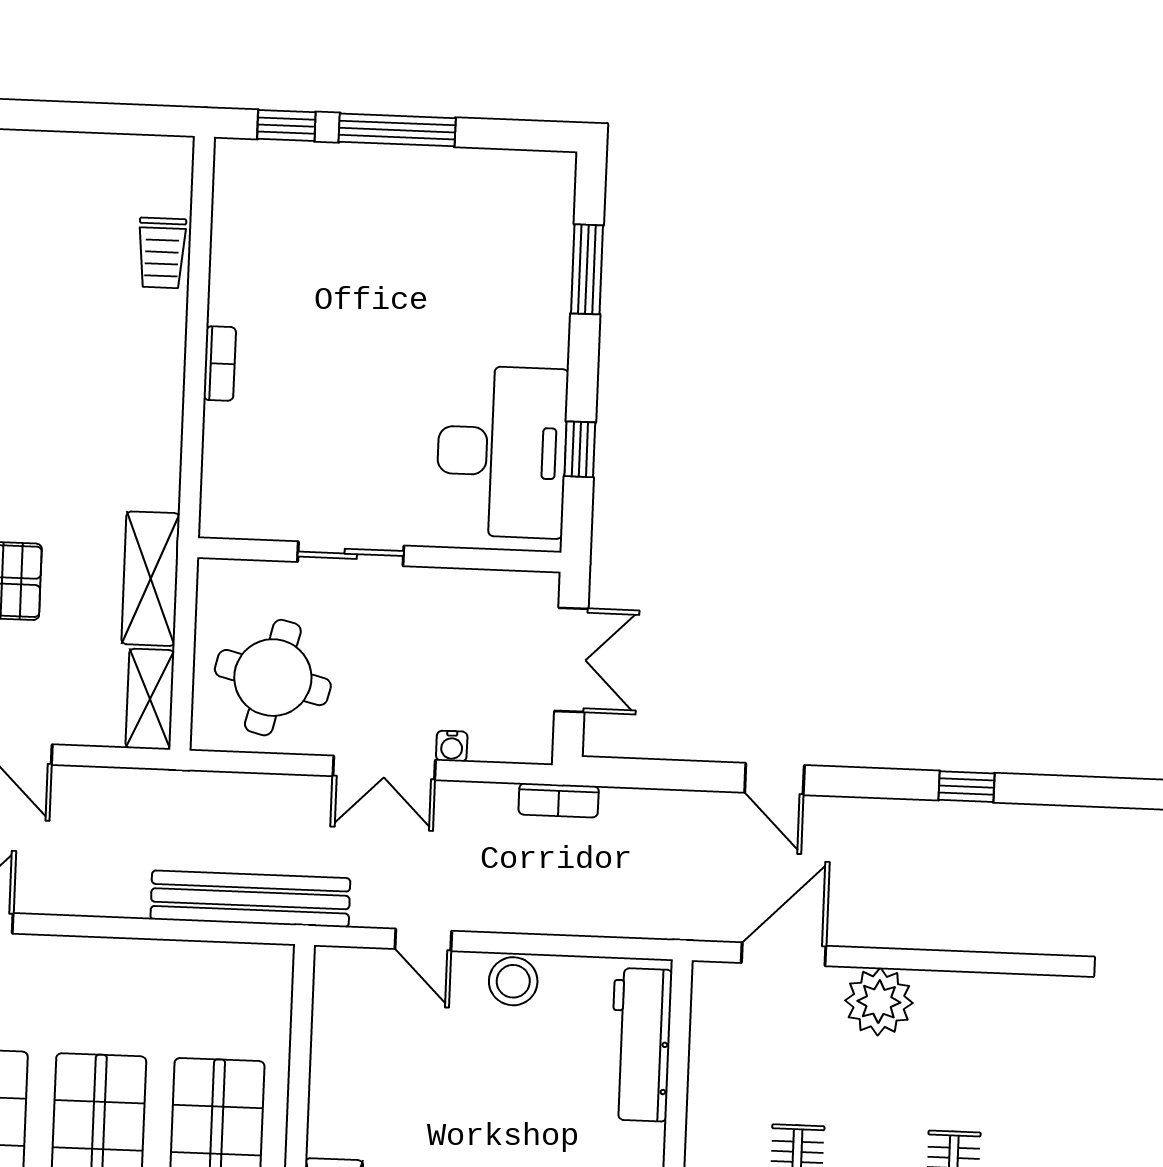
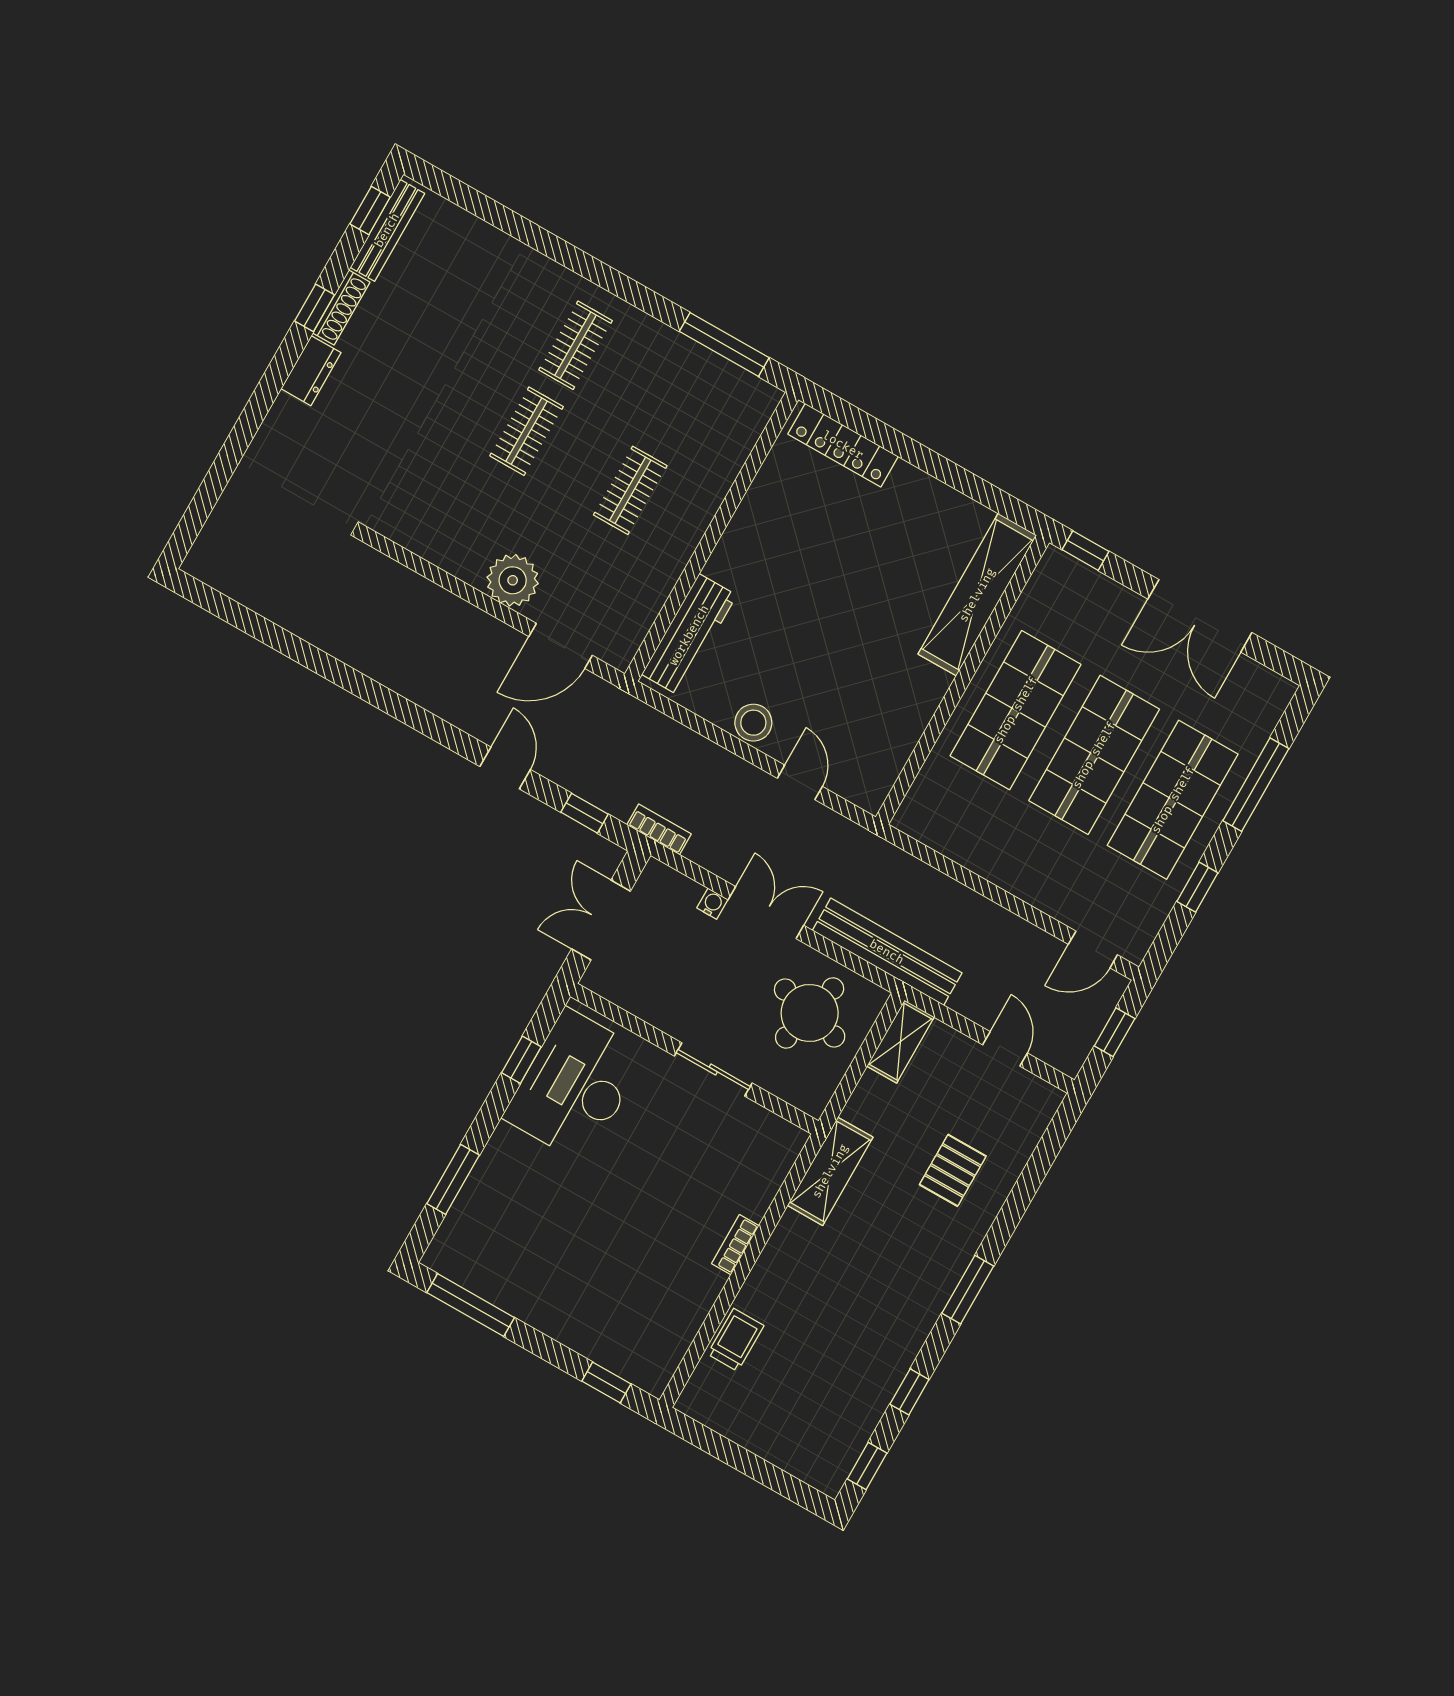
window: (397, 130) -> (471, 1305), moved
shelving: (151, 579) -> (830, 1171), moved
window: (967, 787) -> (584, 813), moved
bench: (250, 899) -> (887, 952), moved

